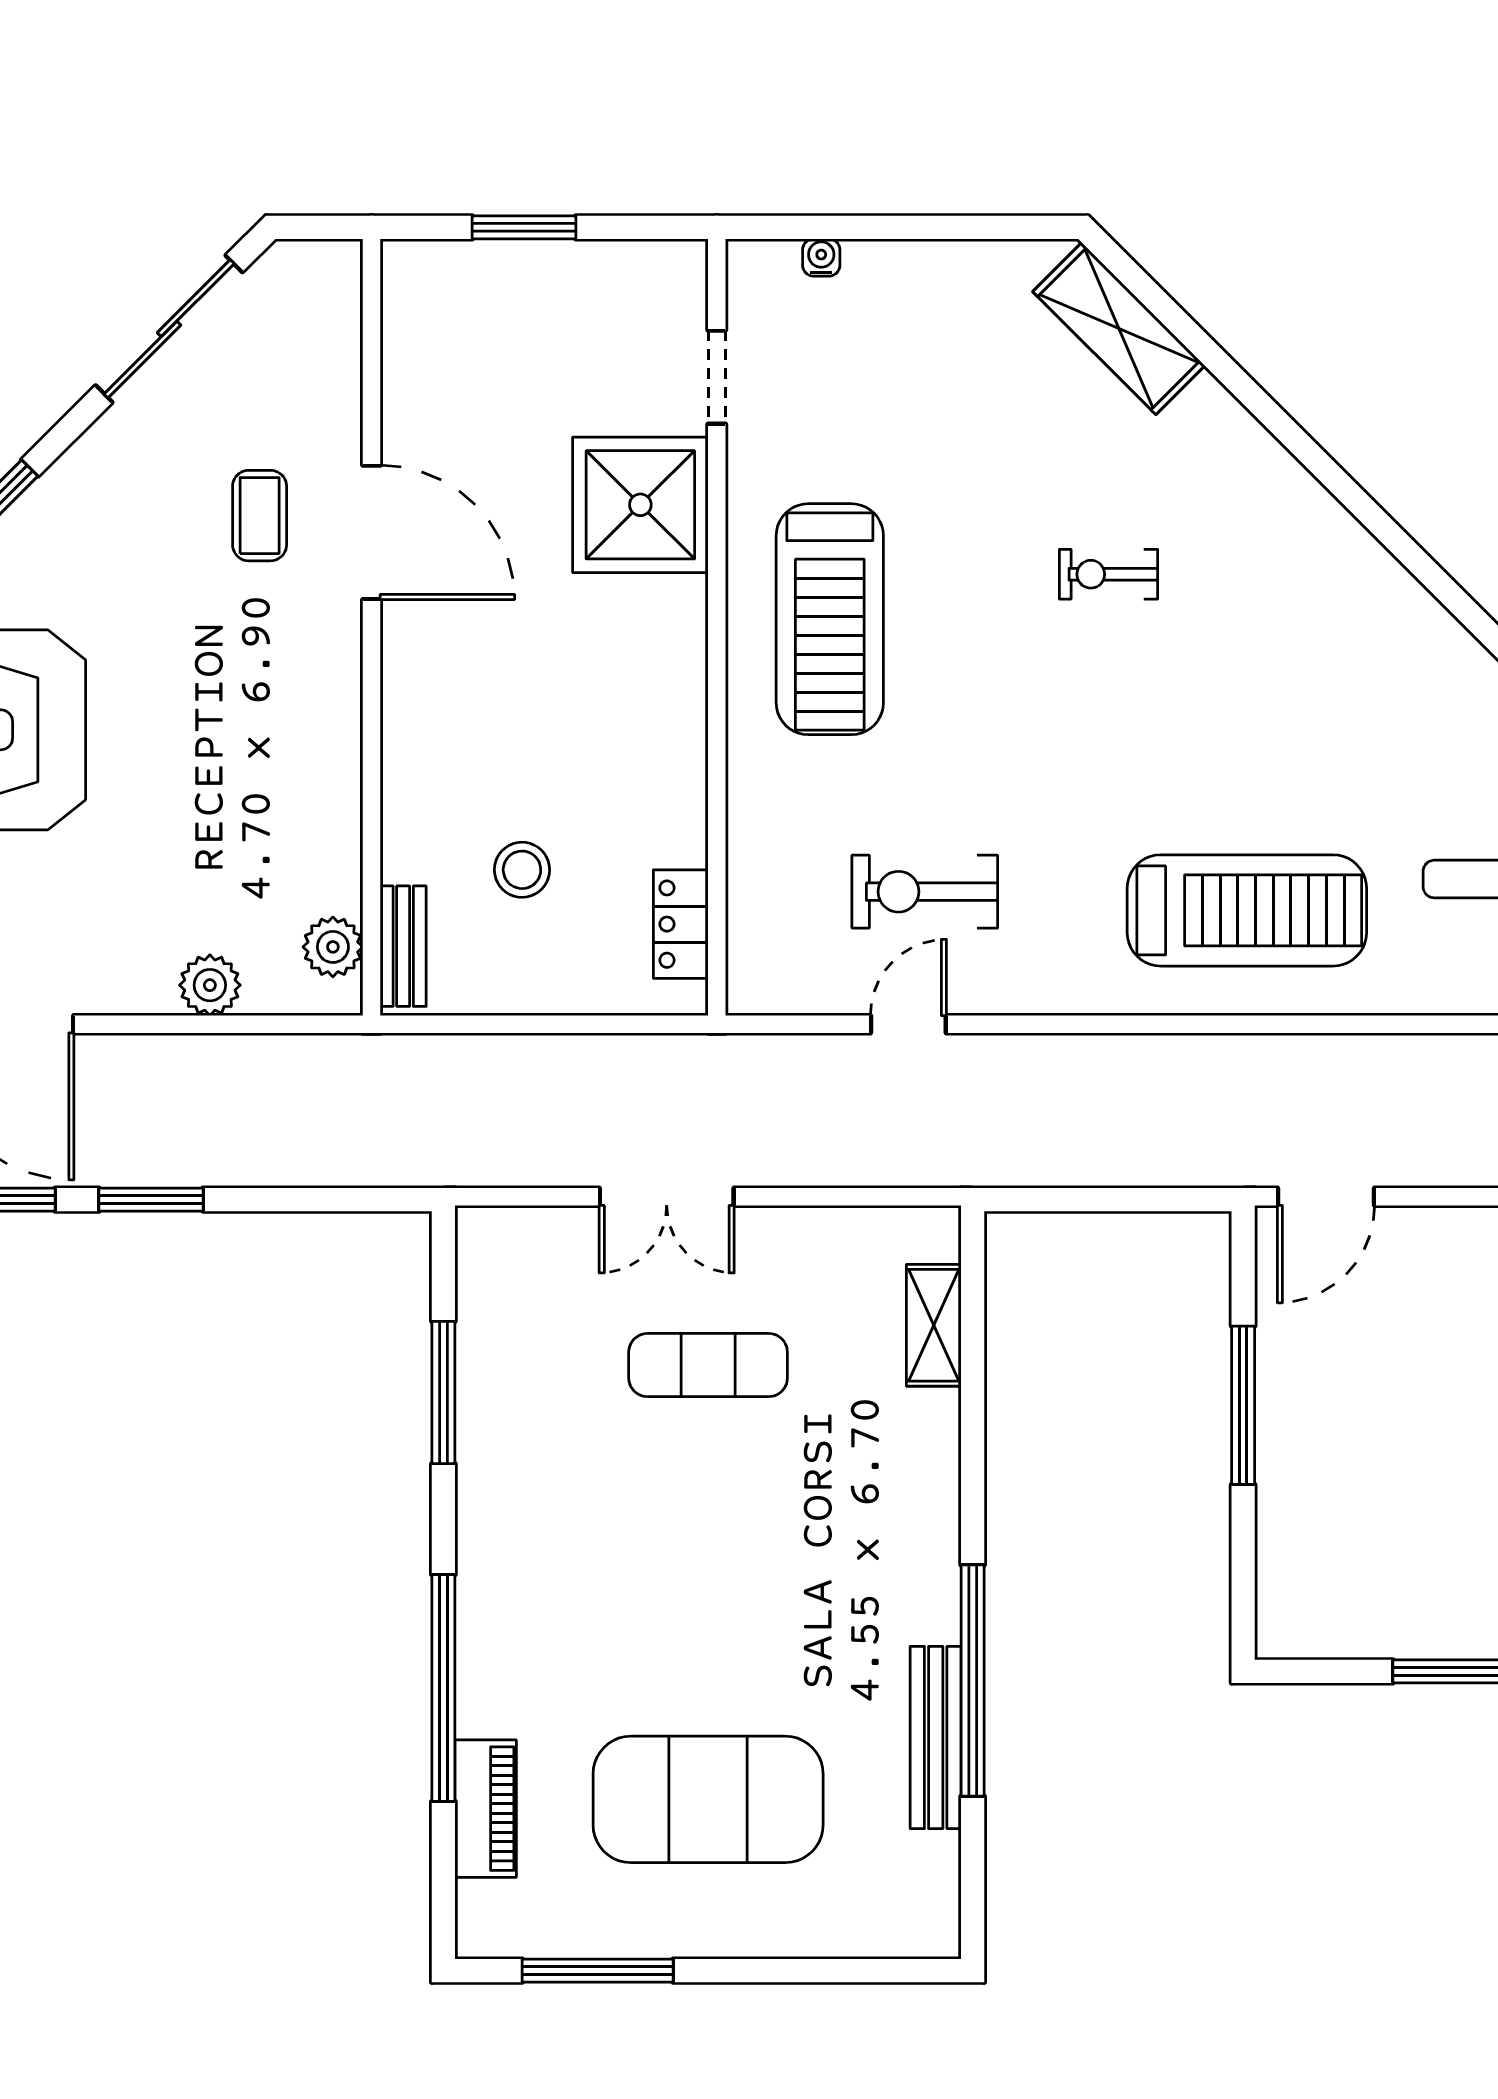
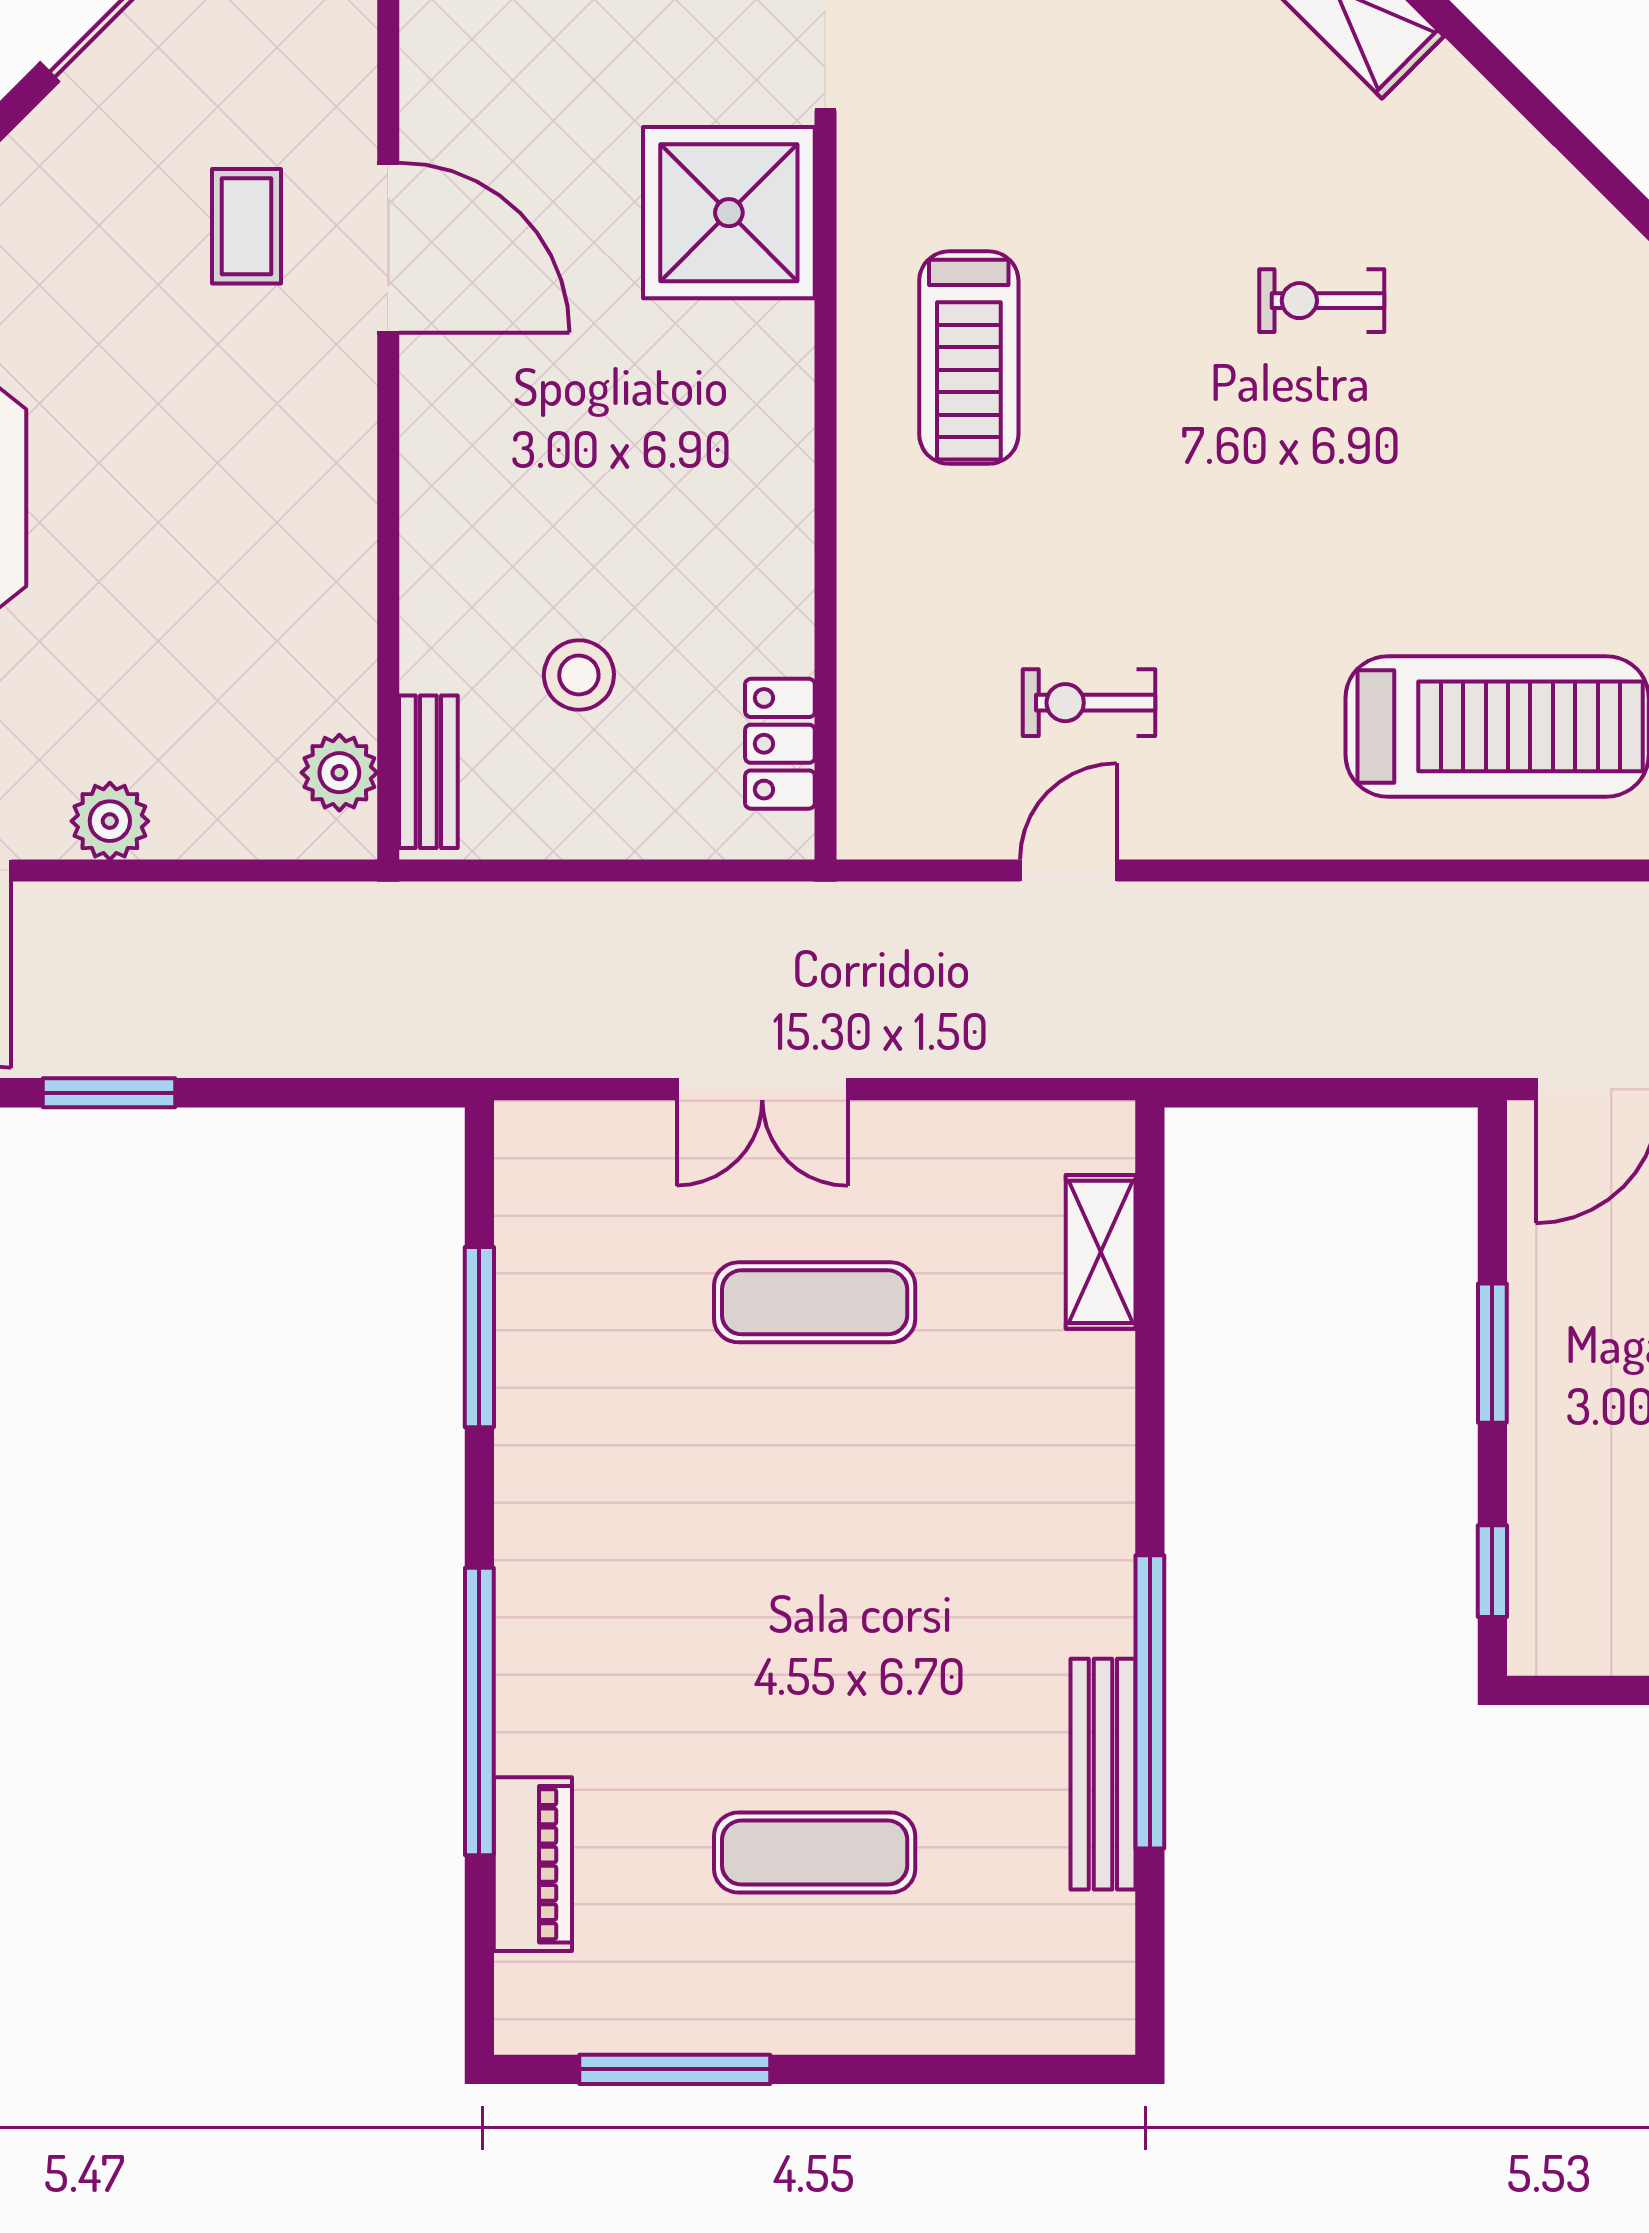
treadmill: (830, 619) -> (969, 358), width x0.73, depth x0.73
exercise bike: (925, 892) -> (1089, 703), width x0.73, depth x0.72
plant: (210, 985) -> (110, 821), moved
window: (1243, 1405) -> (1492, 1353), width x0.69
window: (1243, 1577) -> (1492, 1571), added
exercise mat: (708, 1799) -> (815, 1853), width x0.50, depth x0.69

